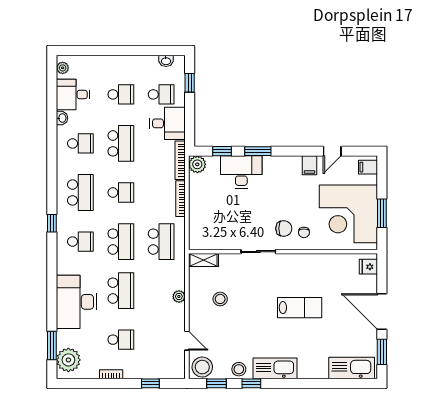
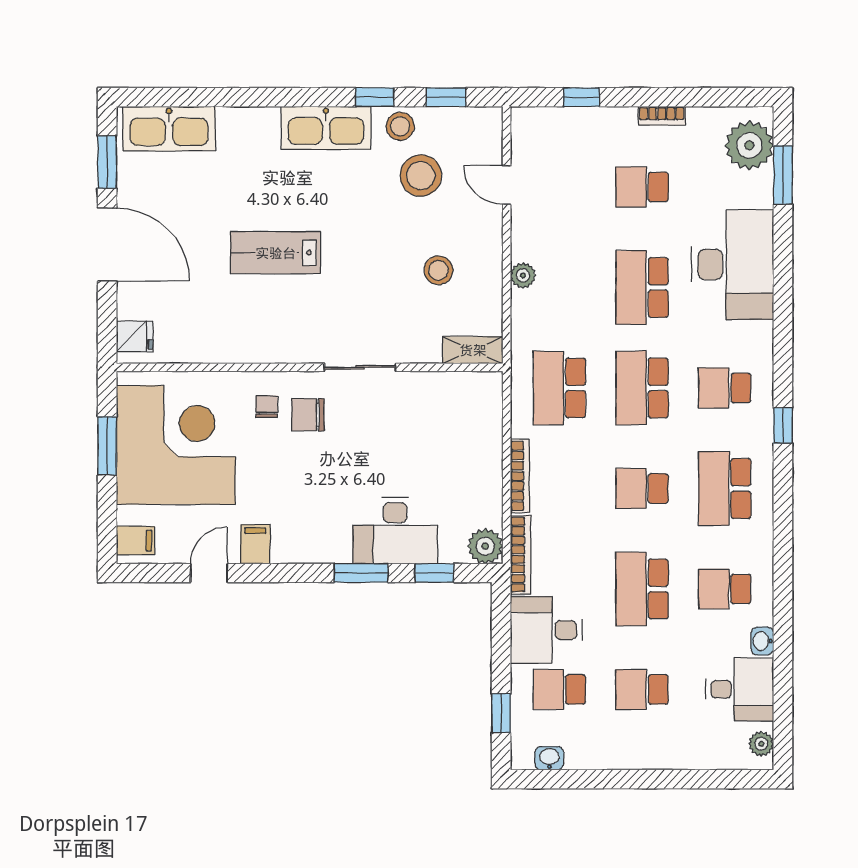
stool: (202, 367) -> (421, 176), moved

